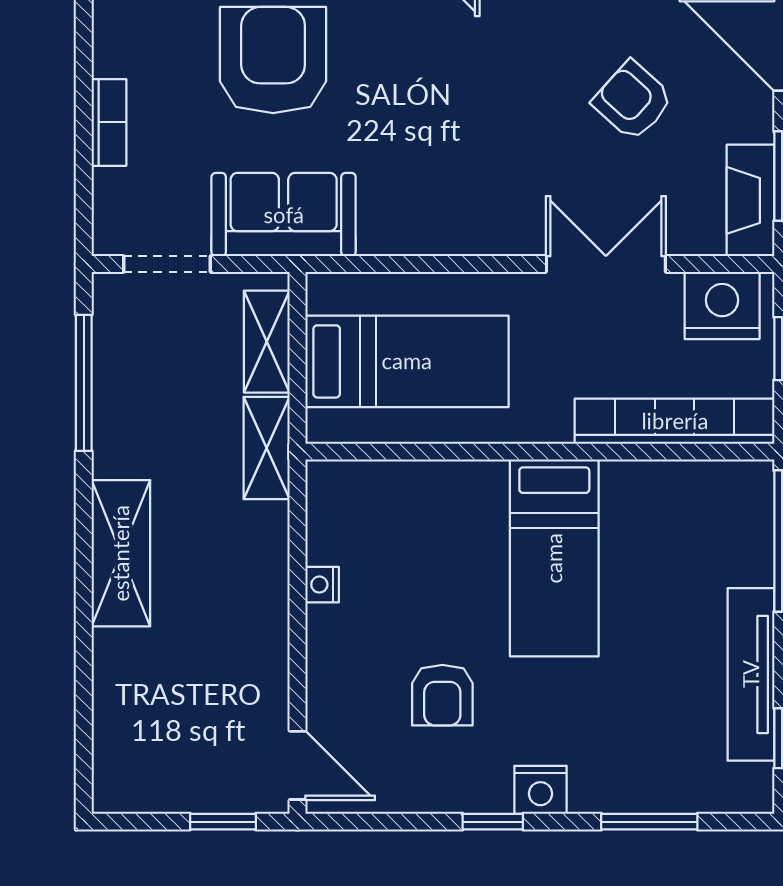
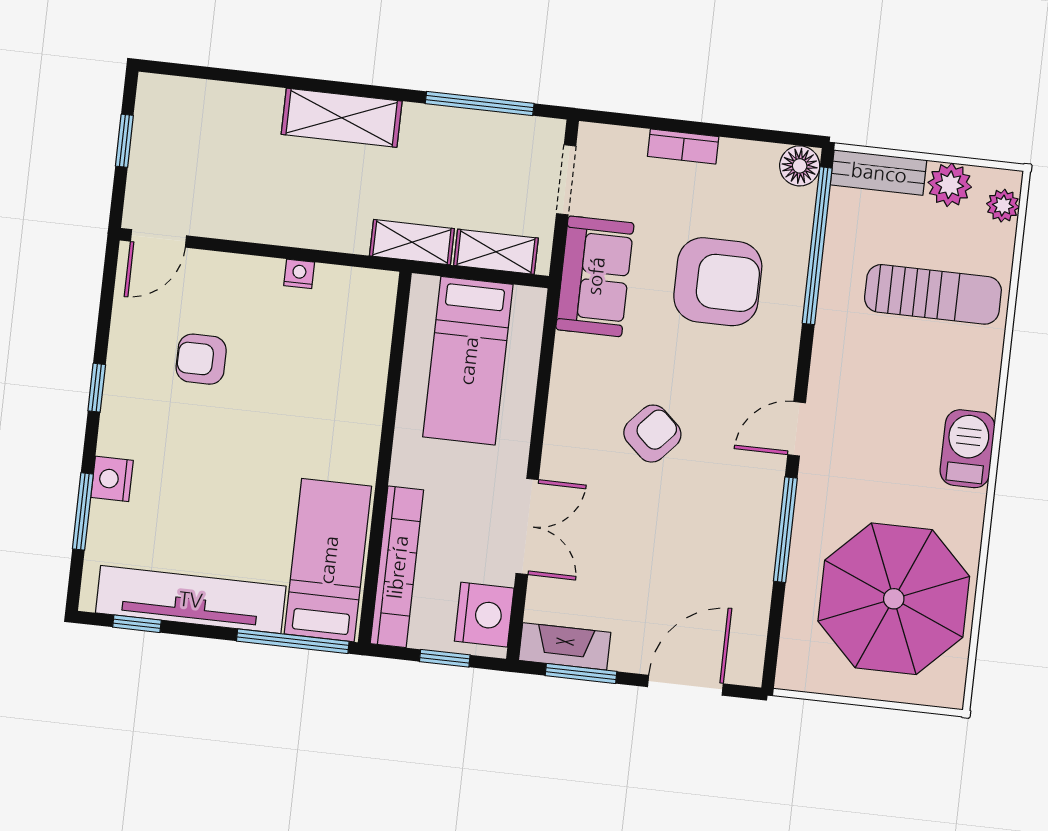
armchair: (633, 101) -> (652, 434), moved
bed: (554, 558) -> (328, 560), moved, turned 90
tv unit: (751, 674) -> (191, 599), width x1.36, depth x1.29
nightstand: (541, 790) -> (112, 479), moved
window: (223, 822) -> (124, 141), moved

